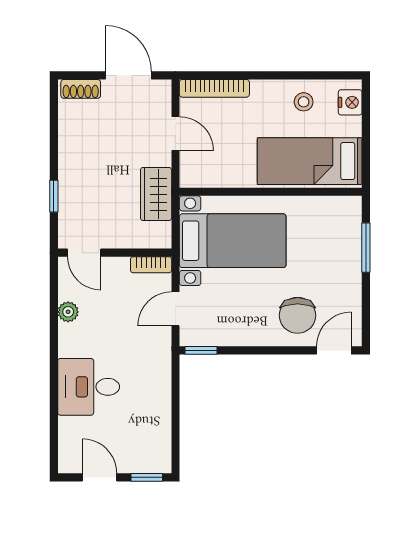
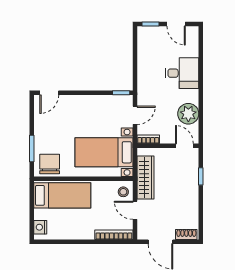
stool: (304, 102) -> (123, 192), moved
wardrobe: (156, 194) -> (146, 178), width x1.50
plant: (68, 312) -> (188, 114), width x1.88, depth x1.88
chair: (298, 315) -> (50, 164), moved

